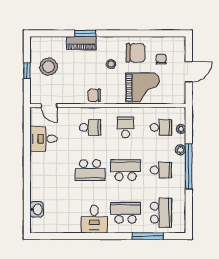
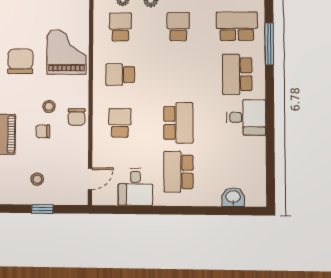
chair: (161, 59) -> (43, 131), moved
stool: (111, 64) -> (49, 106), moved
stool: (49, 67) -> (37, 179), width x0.53, depth x0.53
school desk: (126, 170) -> (178, 172), moved

